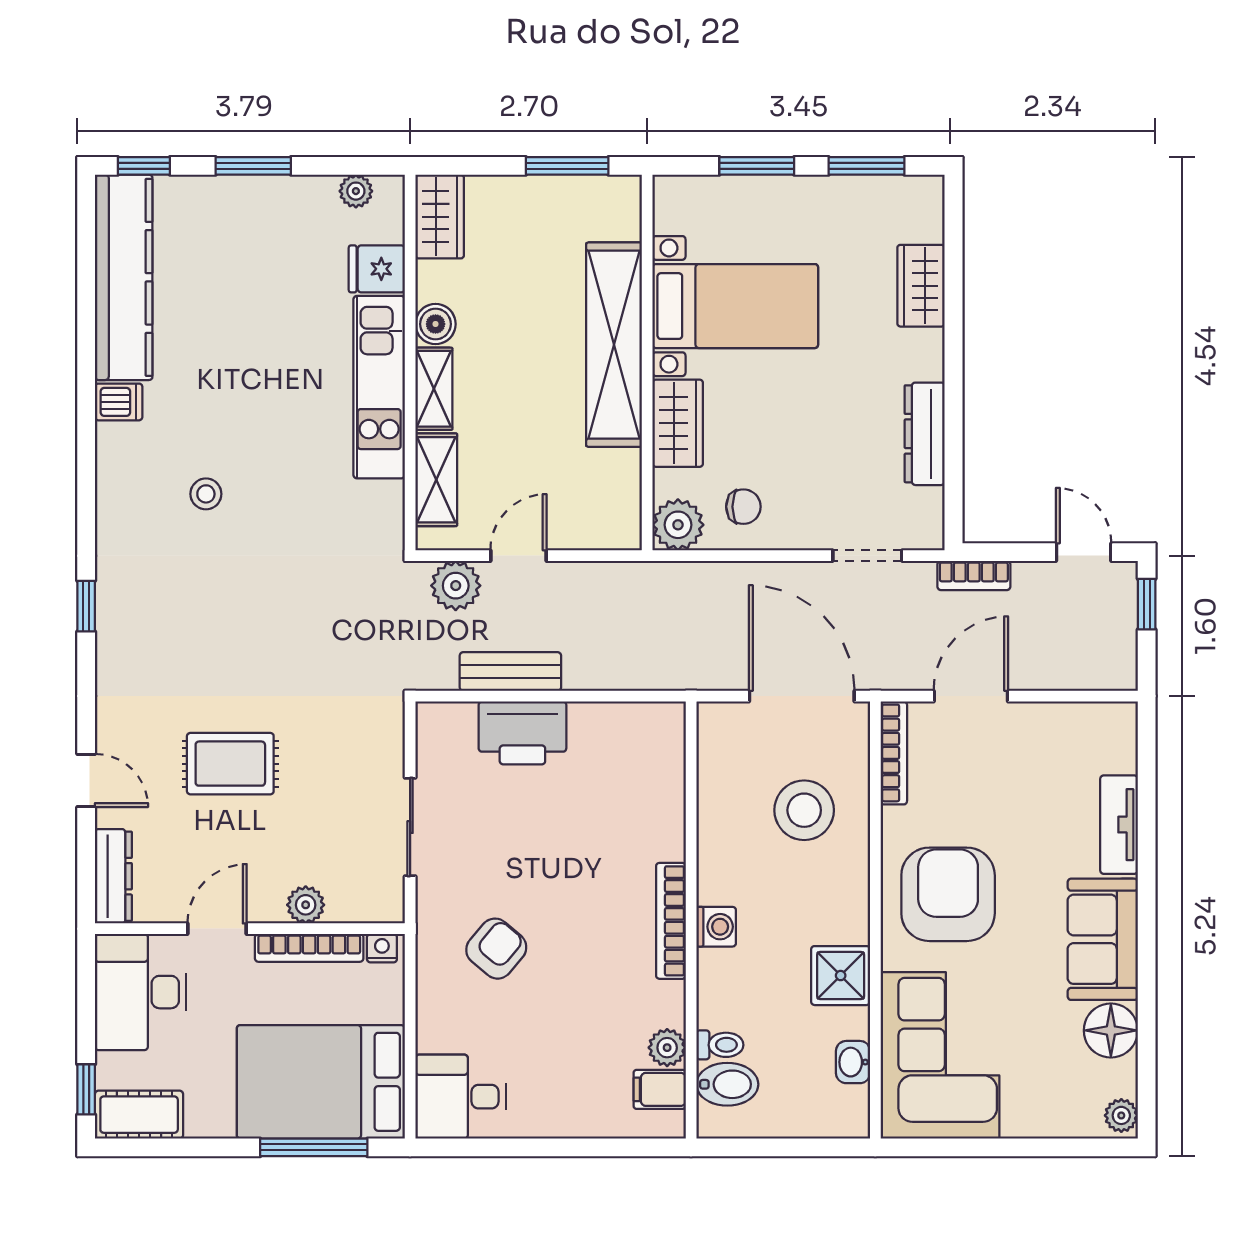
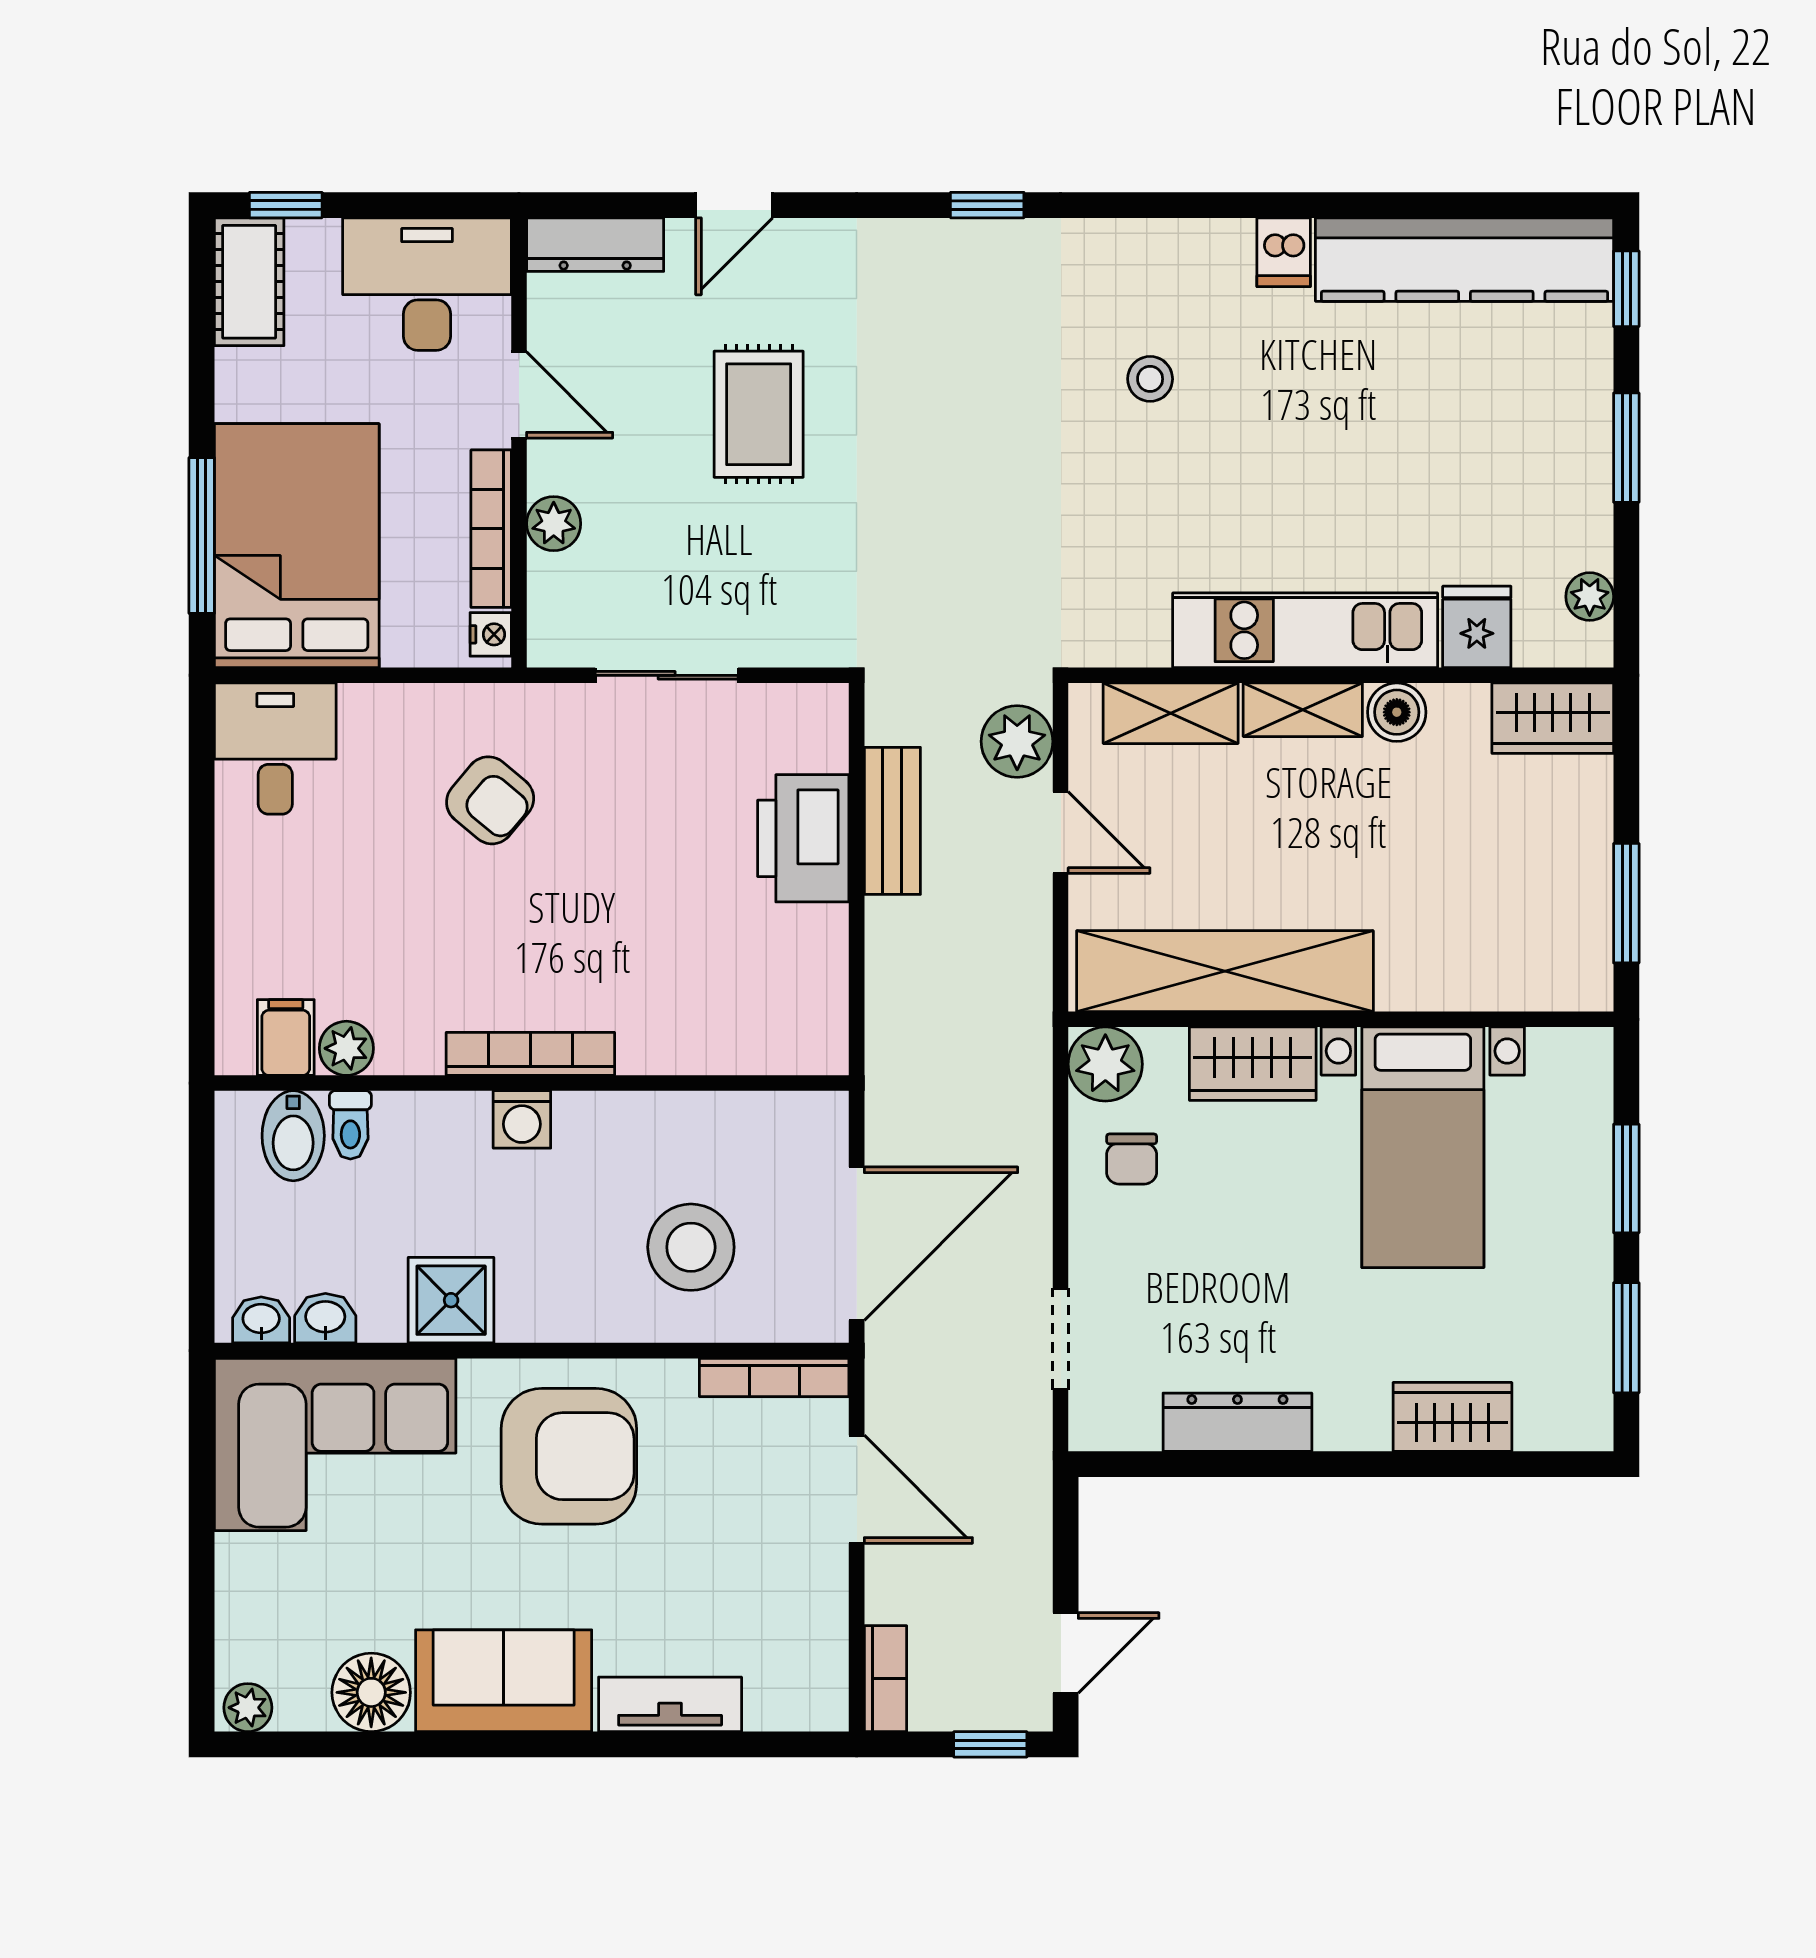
shelving: (614, 345) -> (1225, 971), moved
bookcase: (974, 575) -> (885, 1679), moved, turned 180
washbasin: (854, 1106) -> (261, 1320), added

